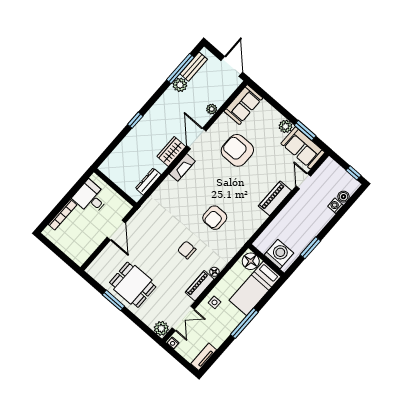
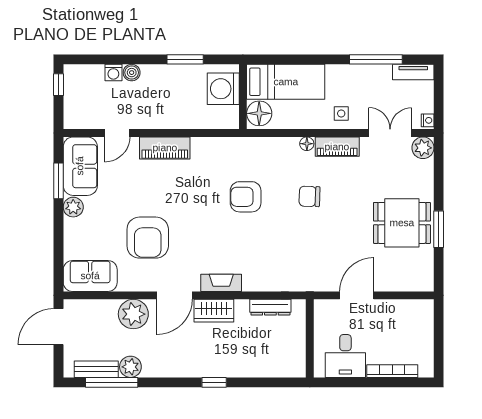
plant: (212, 109) -> (133, 314), width x1.88, depth x1.88
boiler: (343, 197) -> (132, 73), moved
armchair: (215, 218) -> (246, 197), turned 180
chair: (187, 250) -> (309, 196), turned 92
dining table: (133, 285) -> (402, 223), turned 90
window: (244, 323) -> (376, 59), moved

